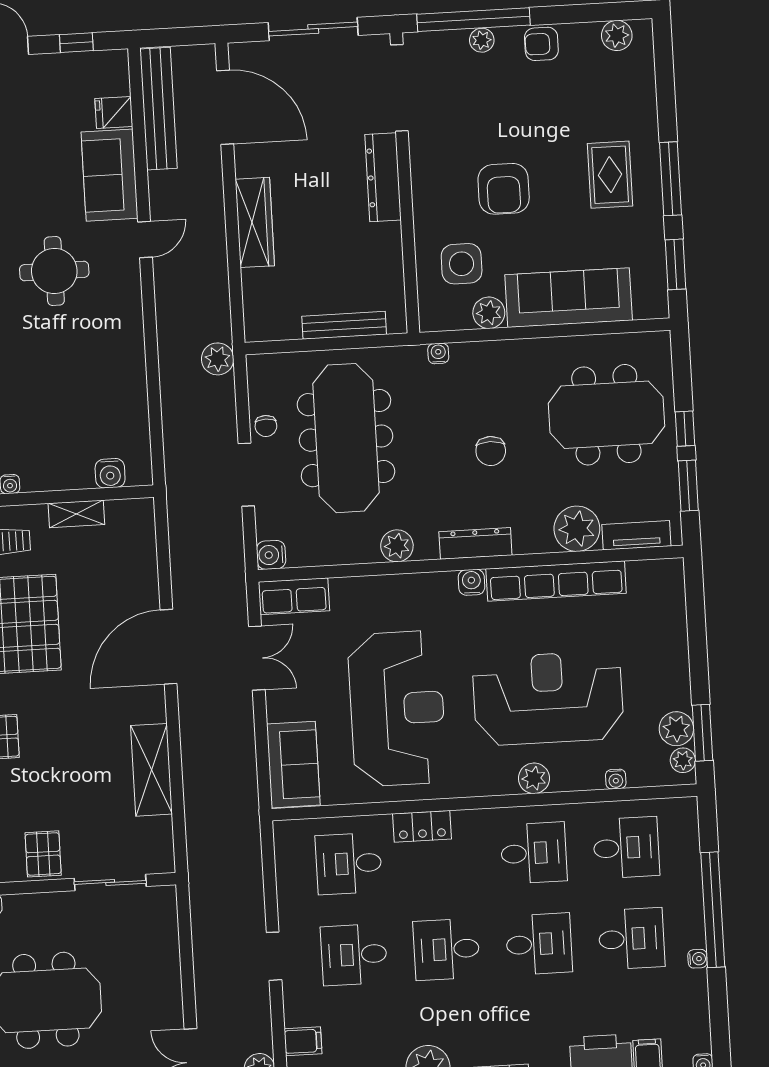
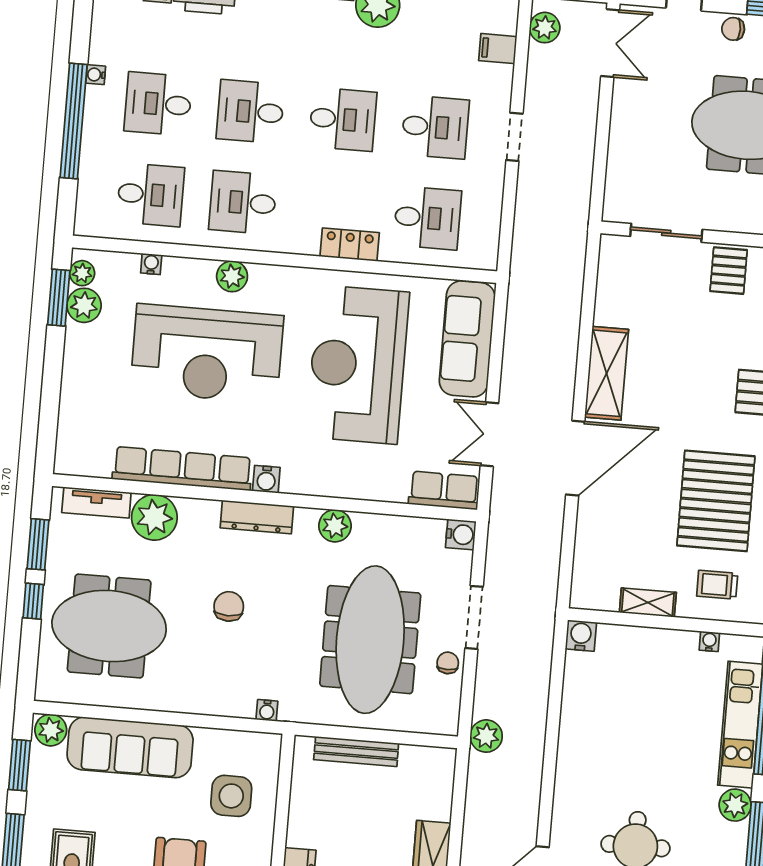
plant: (489, 313) -> (51, 730), moved
water cooler: (110, 473) -> (581, 636), moved
sofa: (293, 765) -> (467, 339), width x1.36
shelving: (152, 770) -> (607, 373), moved
desk: (626, 848) -> (151, 195), turned 180

